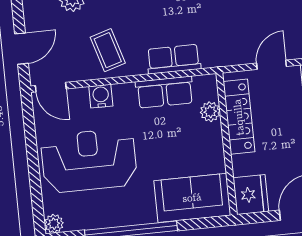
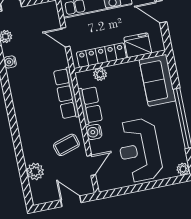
row of seats: (174, 59) -> (66, 93), width x1.48
door: (51, 87) -> (91, 165), moved
water cooler: (101, 96) -> (94, 132), moved
fridge: (251, 195) -> (138, 45), moved

